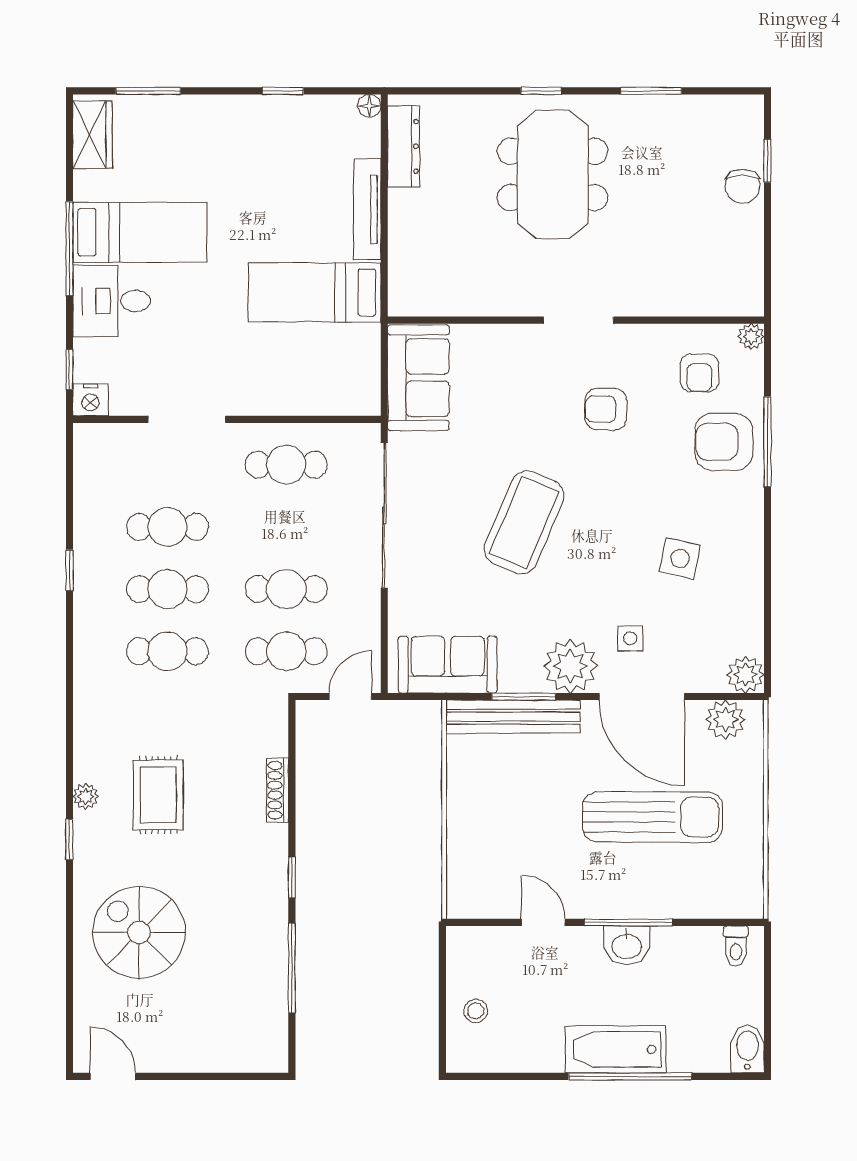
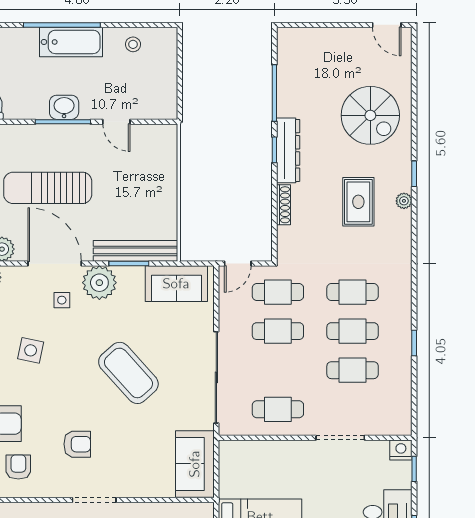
coffee table: (524, 523) -> (128, 373), turned -65
dresser: (270, 877) -> (288, 150), added
stool: (476, 1011) -> (133, 44), moved

